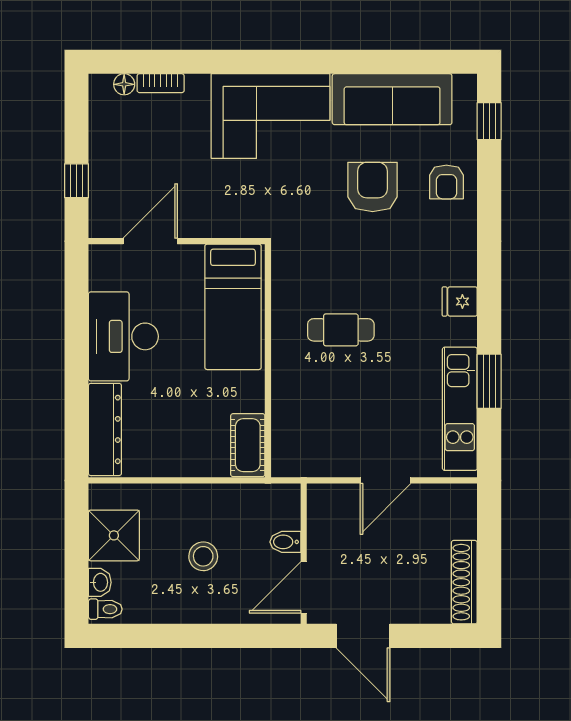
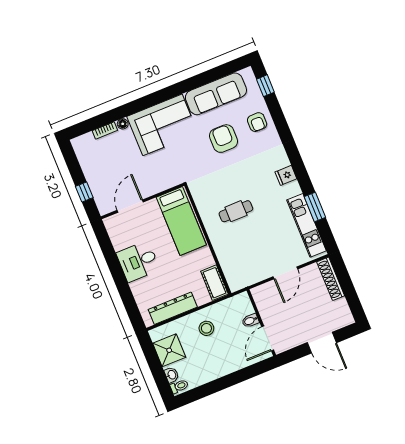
floor lamp: (124, 84) -> (123, 124), moved
desk: (123, 336) -> (138, 261), width x0.73
dresser: (105, 429) -> (173, 308), moved, turned -90
stool: (203, 556) -> (206, 328), moved
shoe rack: (464, 582) -> (331, 279), moved
door: (363, 636) -> (322, 343), moved

